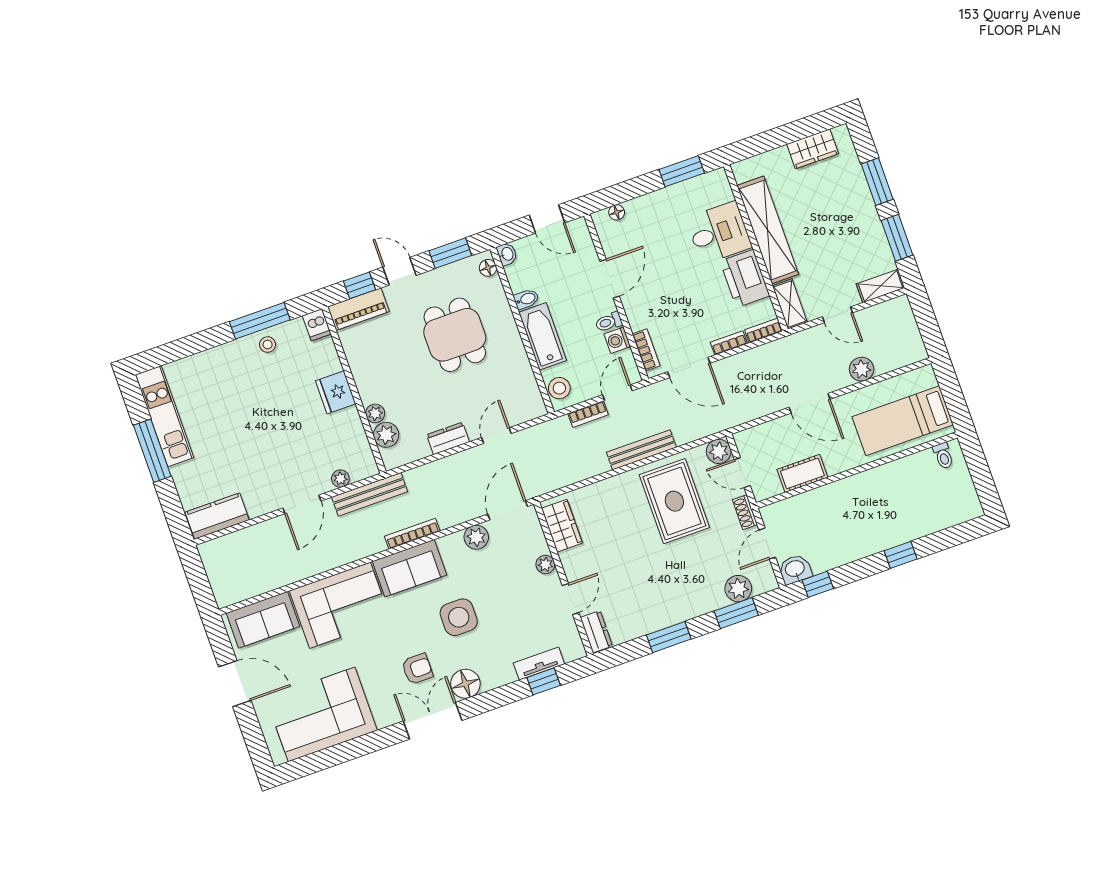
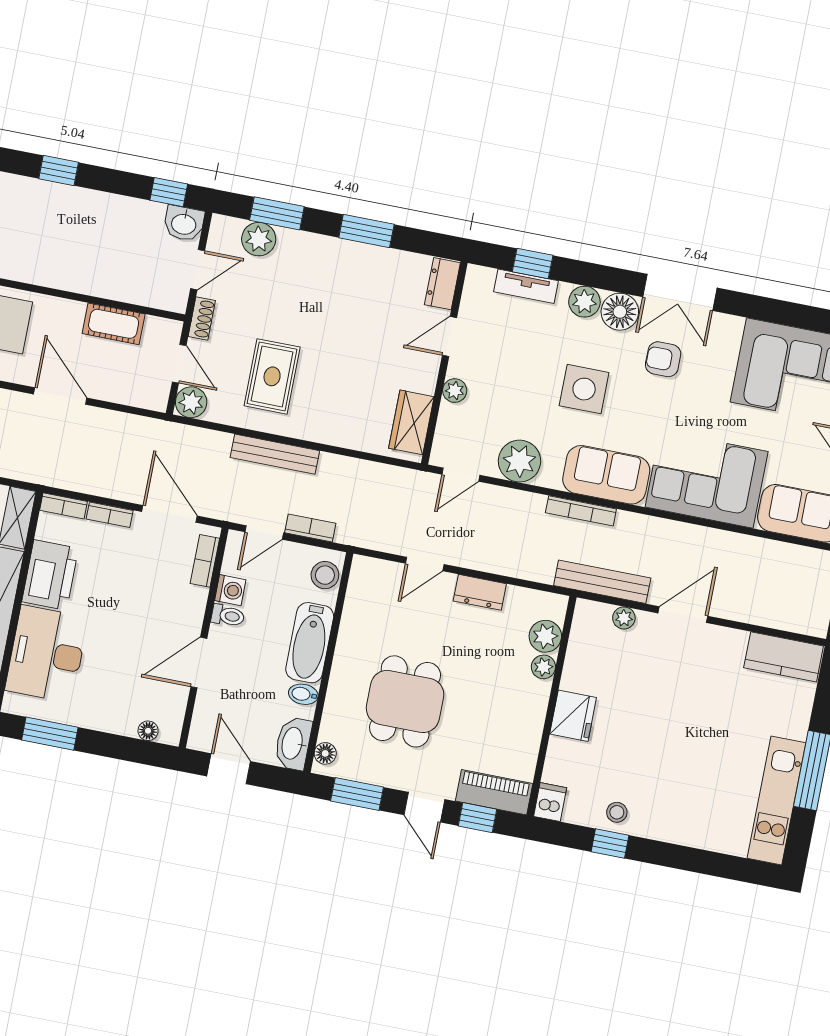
desk: (719, 233) -> (47, 654), width x1.37
washbasin: (507, 254) -> (293, 743), width x1.91, depth x1.45
window: (260, 321) -> (610, 844), width x0.46
rug: (674, 501) -> (272, 376), width x0.73, depth x0.70
door: (508, 510) -> (461, 475), width x0.73
plant: (476, 537) -> (519, 461), width x1.36, depth x1.36
plant: (493, 676) -> (584, 302), added

